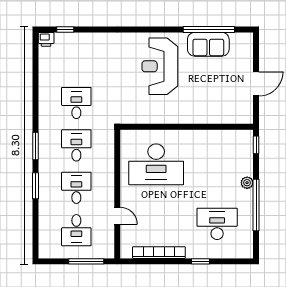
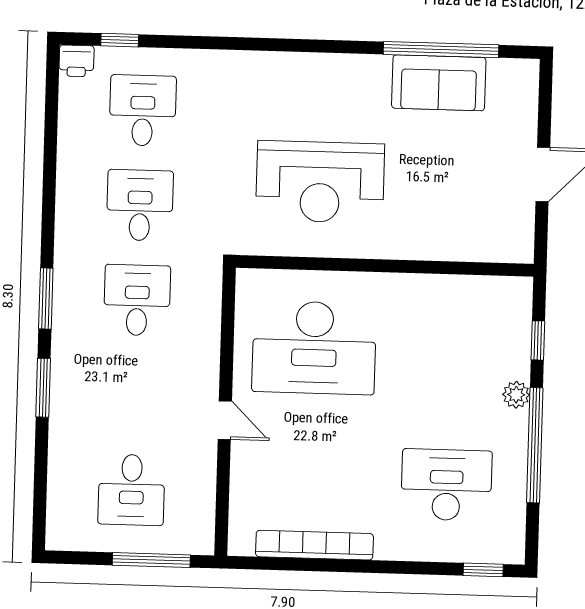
reception desk: (160, 66) -> (320, 182), moved, turned -90
window: (256, 145) -> (538, 340), moved
desk: (76, 188) -> (143, 110), moved
door: (117, 216) -> (225, 420), moved
window: (201, 261) -> (483, 570), moved

